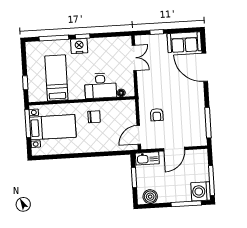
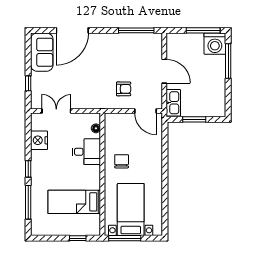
nightstand: (79, 46) -> (39, 140), moved
desk: (100, 86) -> (86, 152), width x0.73
boiler: (150, 197) -> (217, 102), removed

